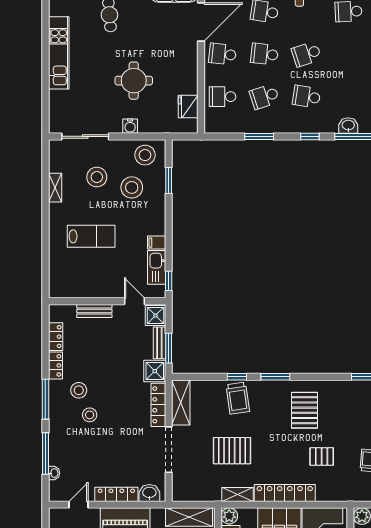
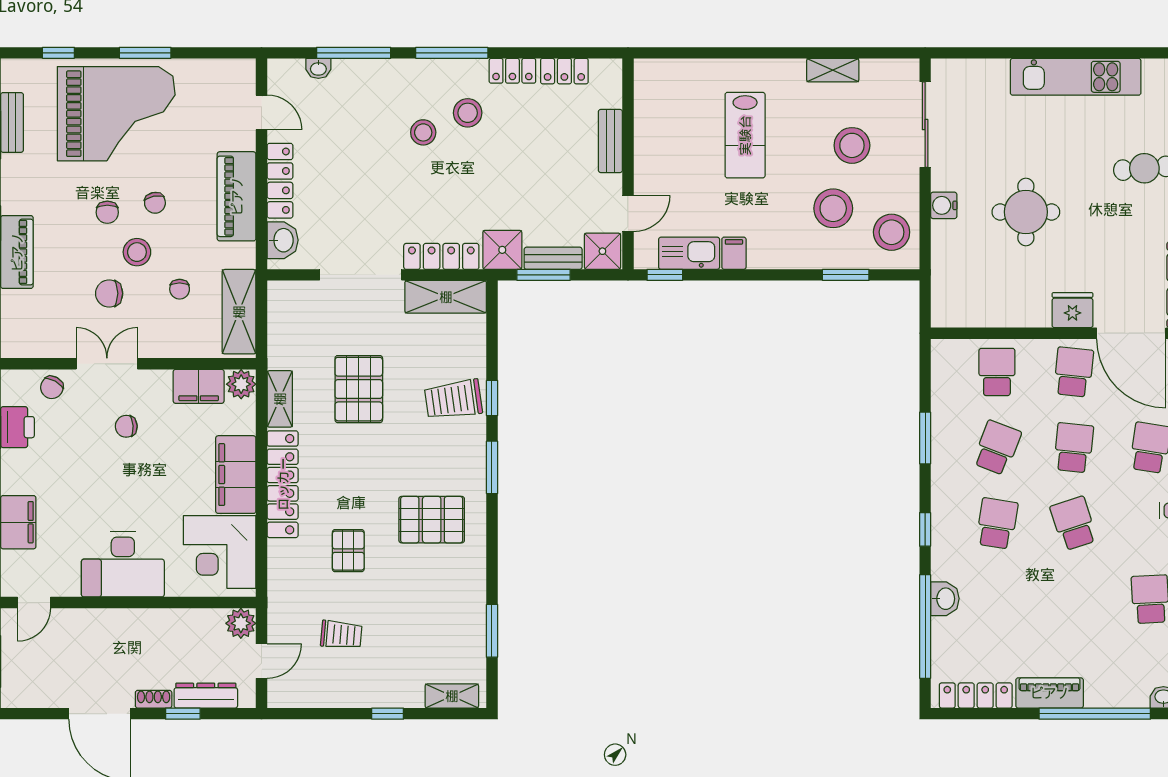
school desk: (265, 97) -> (997, 448), turned 39
fridge: (188, 107) -> (1072, 310), moved

